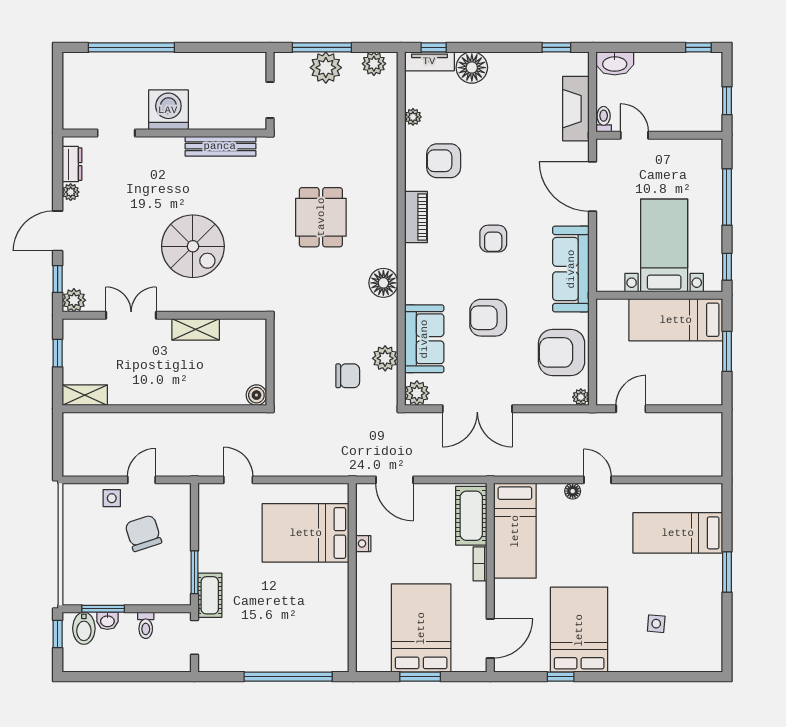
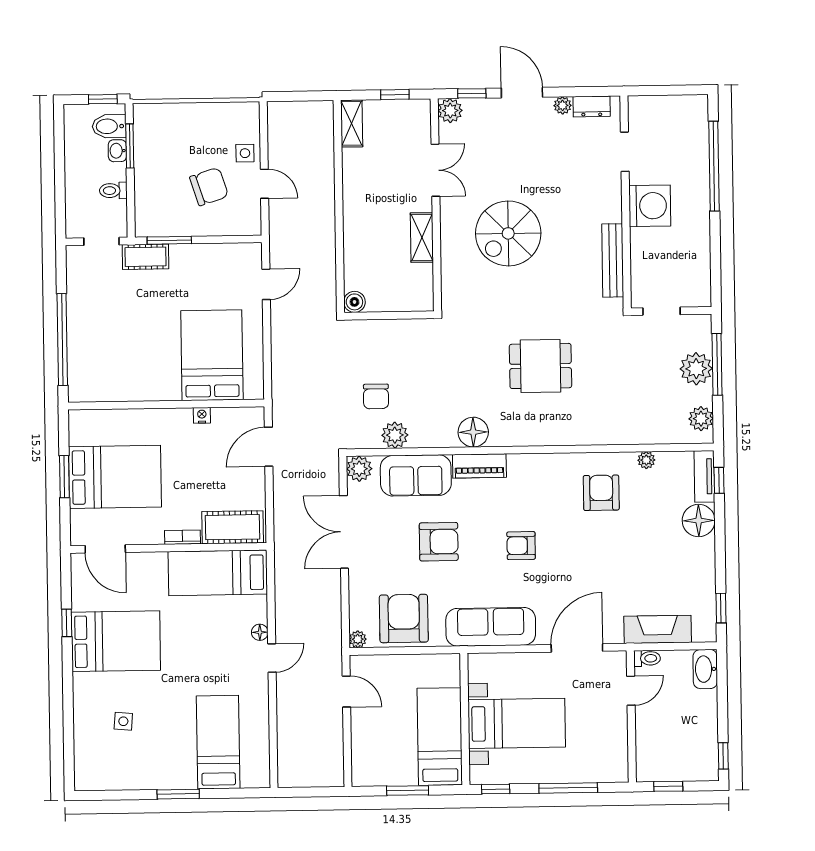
piano: (416, 217) -> (479, 466), moved
armchair: (488, 318) -> (439, 542), turned 90

